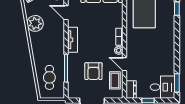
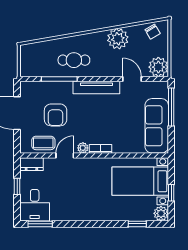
door: (66, 13) -> (132, 79), hinge flipped
tv unit: (72, 40) -> (96, 87), width x1.41
armchair: (93, 71) -> (56, 115), turned -90
cafe table: (49, 77) -> (74, 60), moved

